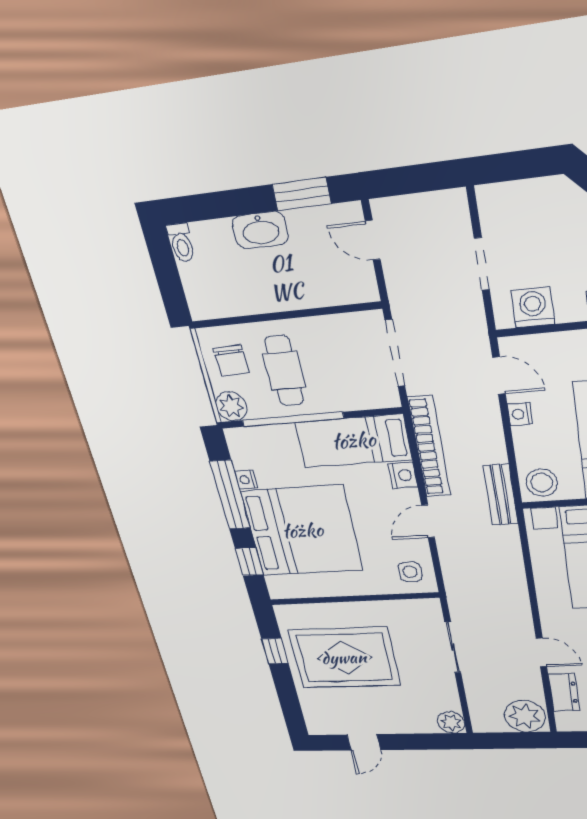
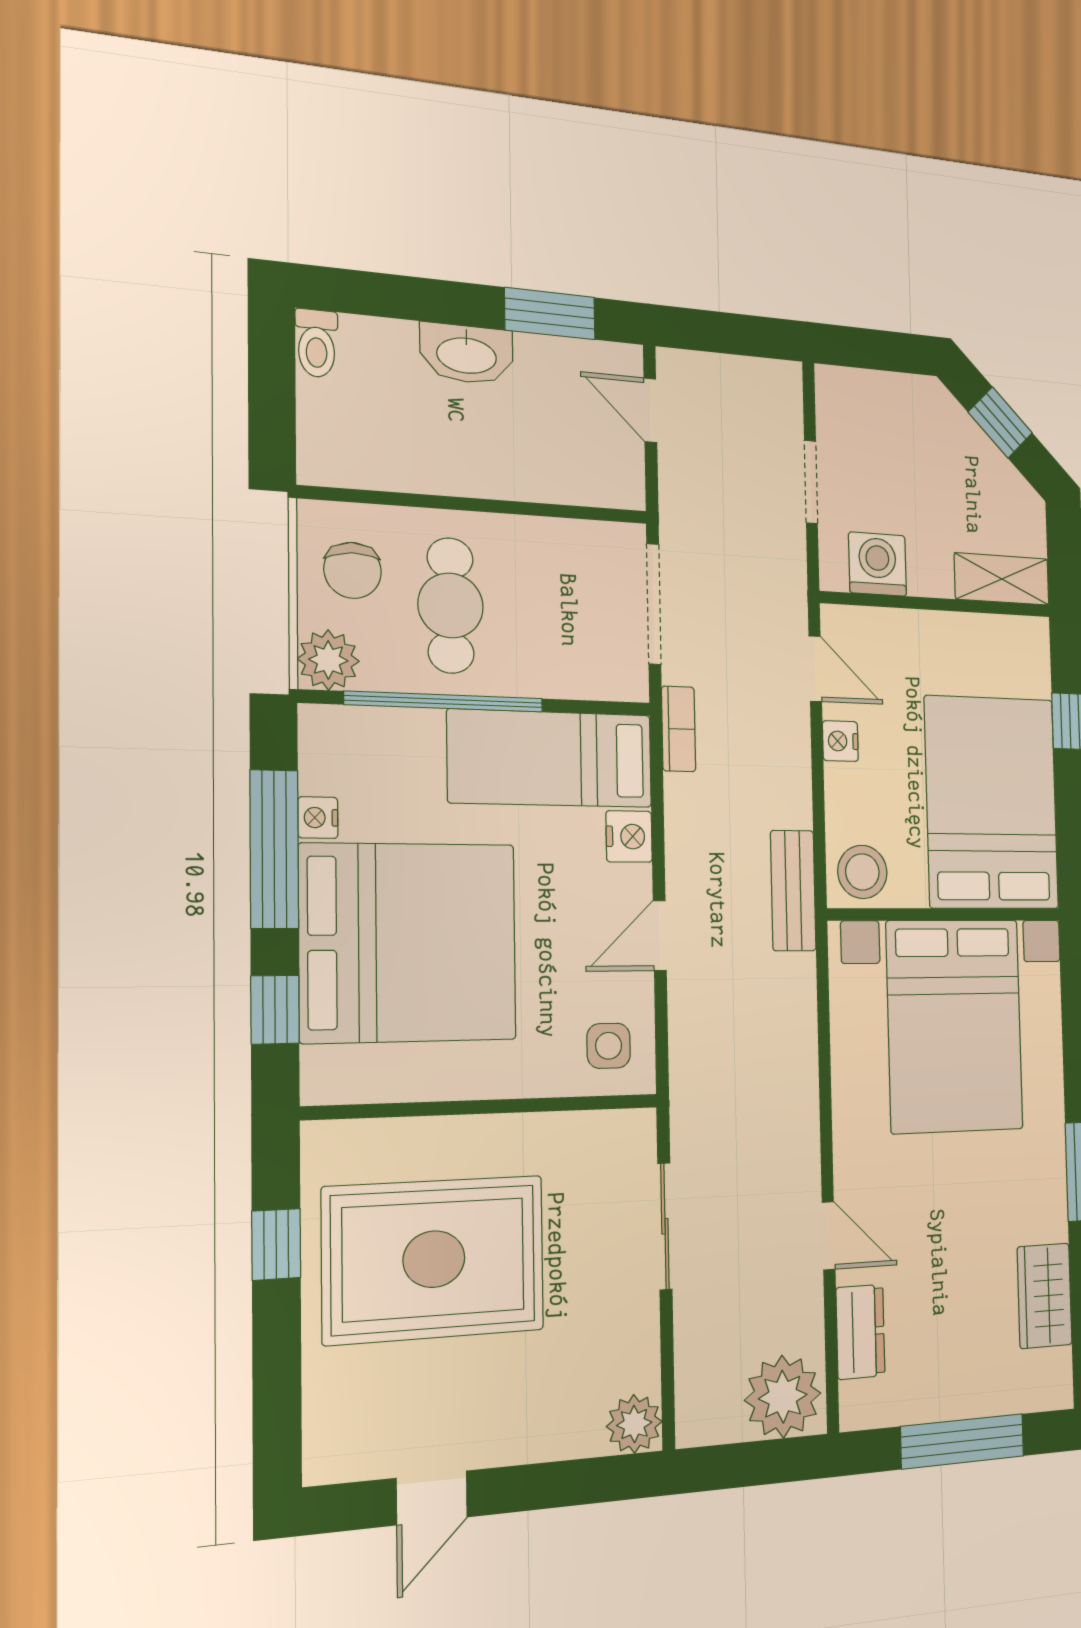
bookcase: (429, 447) -> (679, 729), width x0.43, depth x0.76

